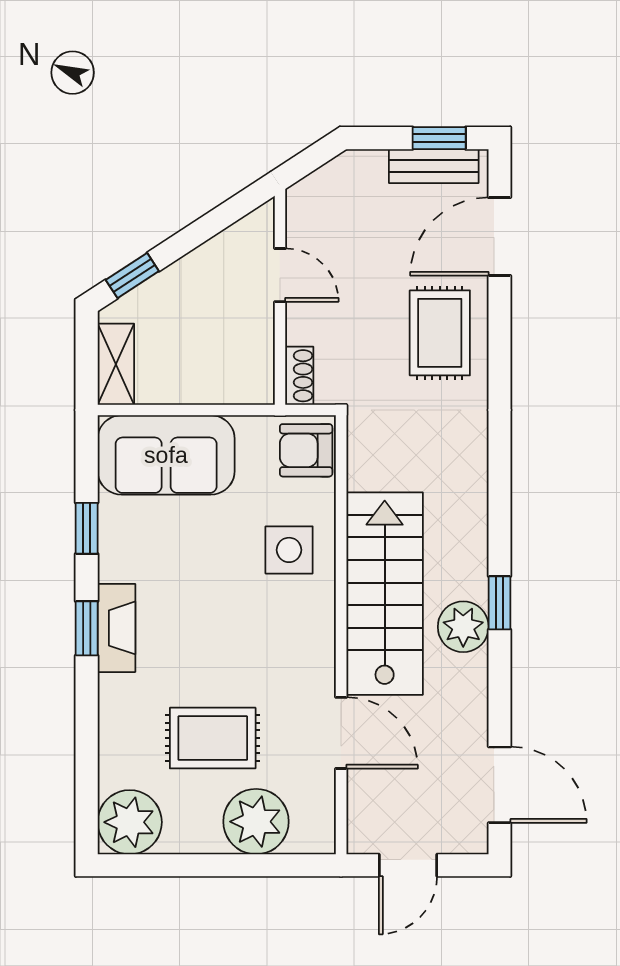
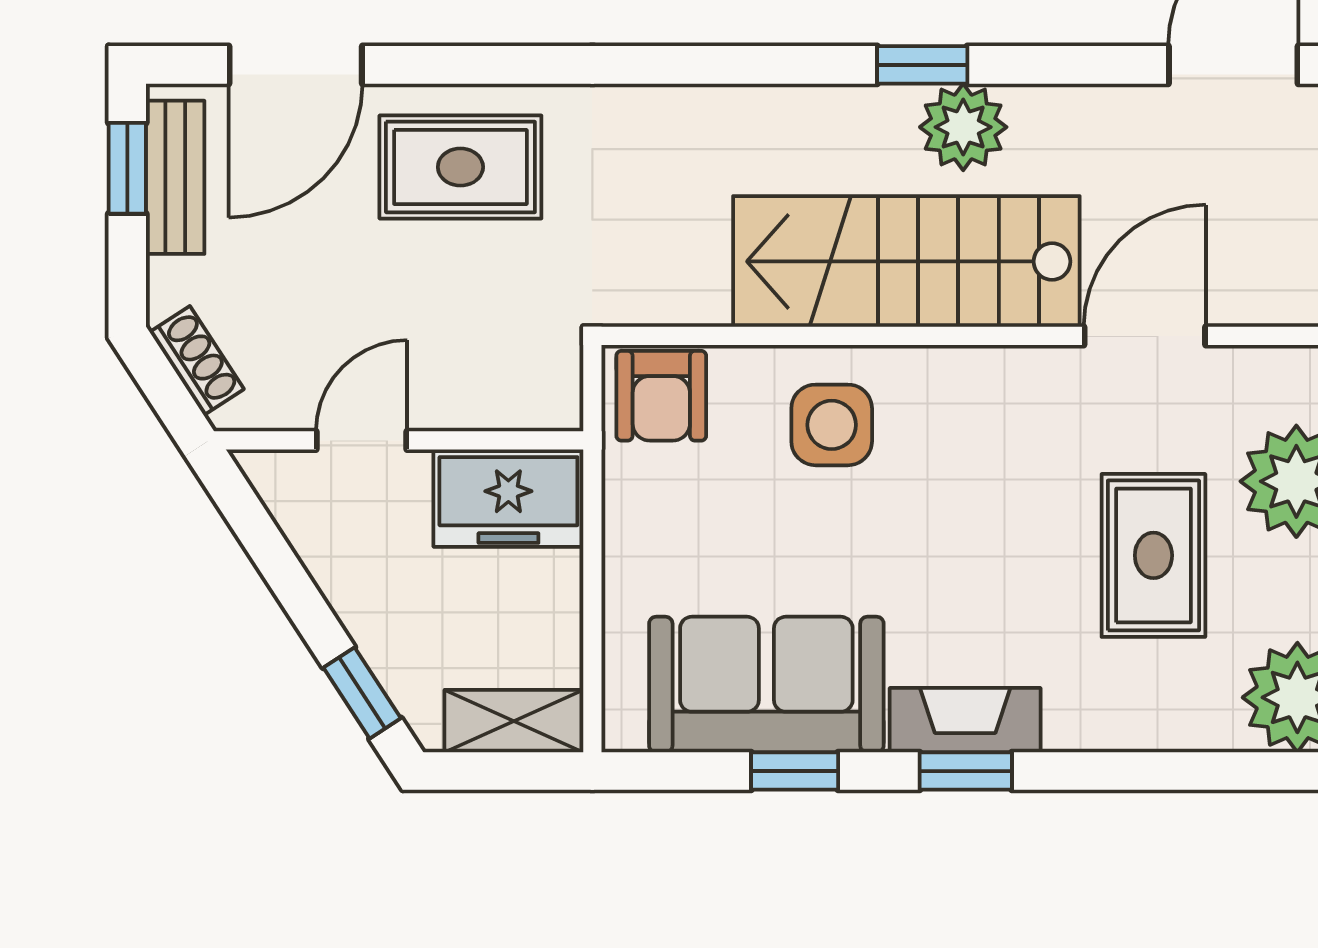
door: (500, 236) -> (296, 65), hinge flipped
freezer: (246, 361) -> (508, 498), added
shoe rack: (299, 376) -> (197, 361), moved, turned 57
sofa: (166, 455) -> (766, 685), moved, turned -90

